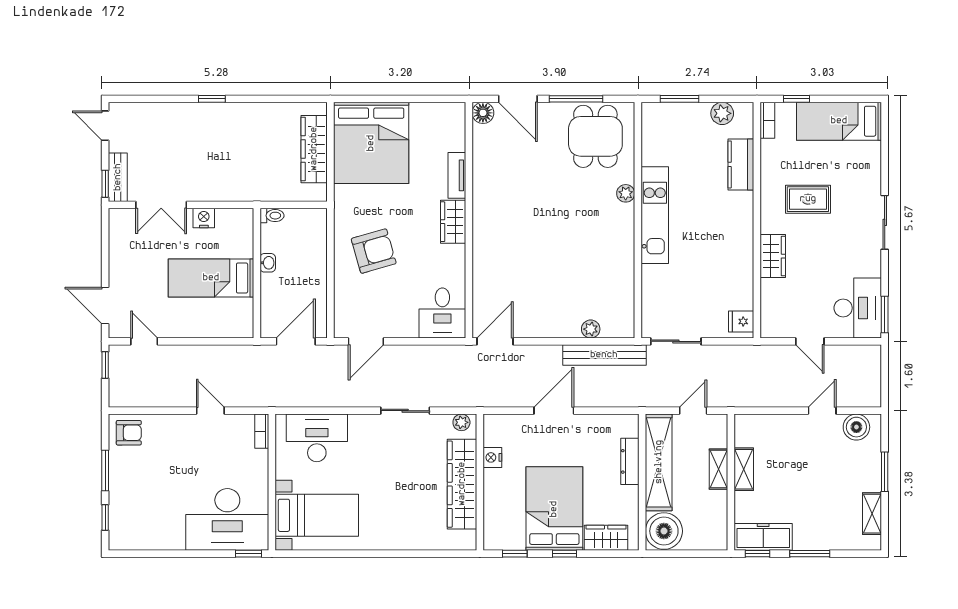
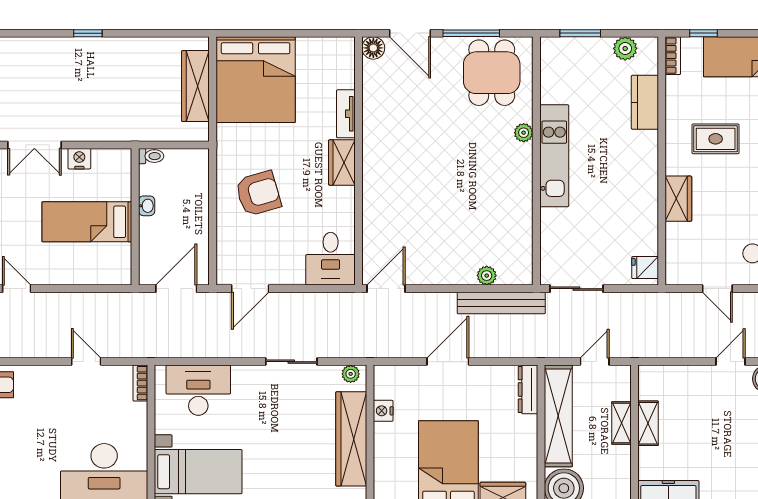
dresser: (630, 461) -> (528, 389), moved

